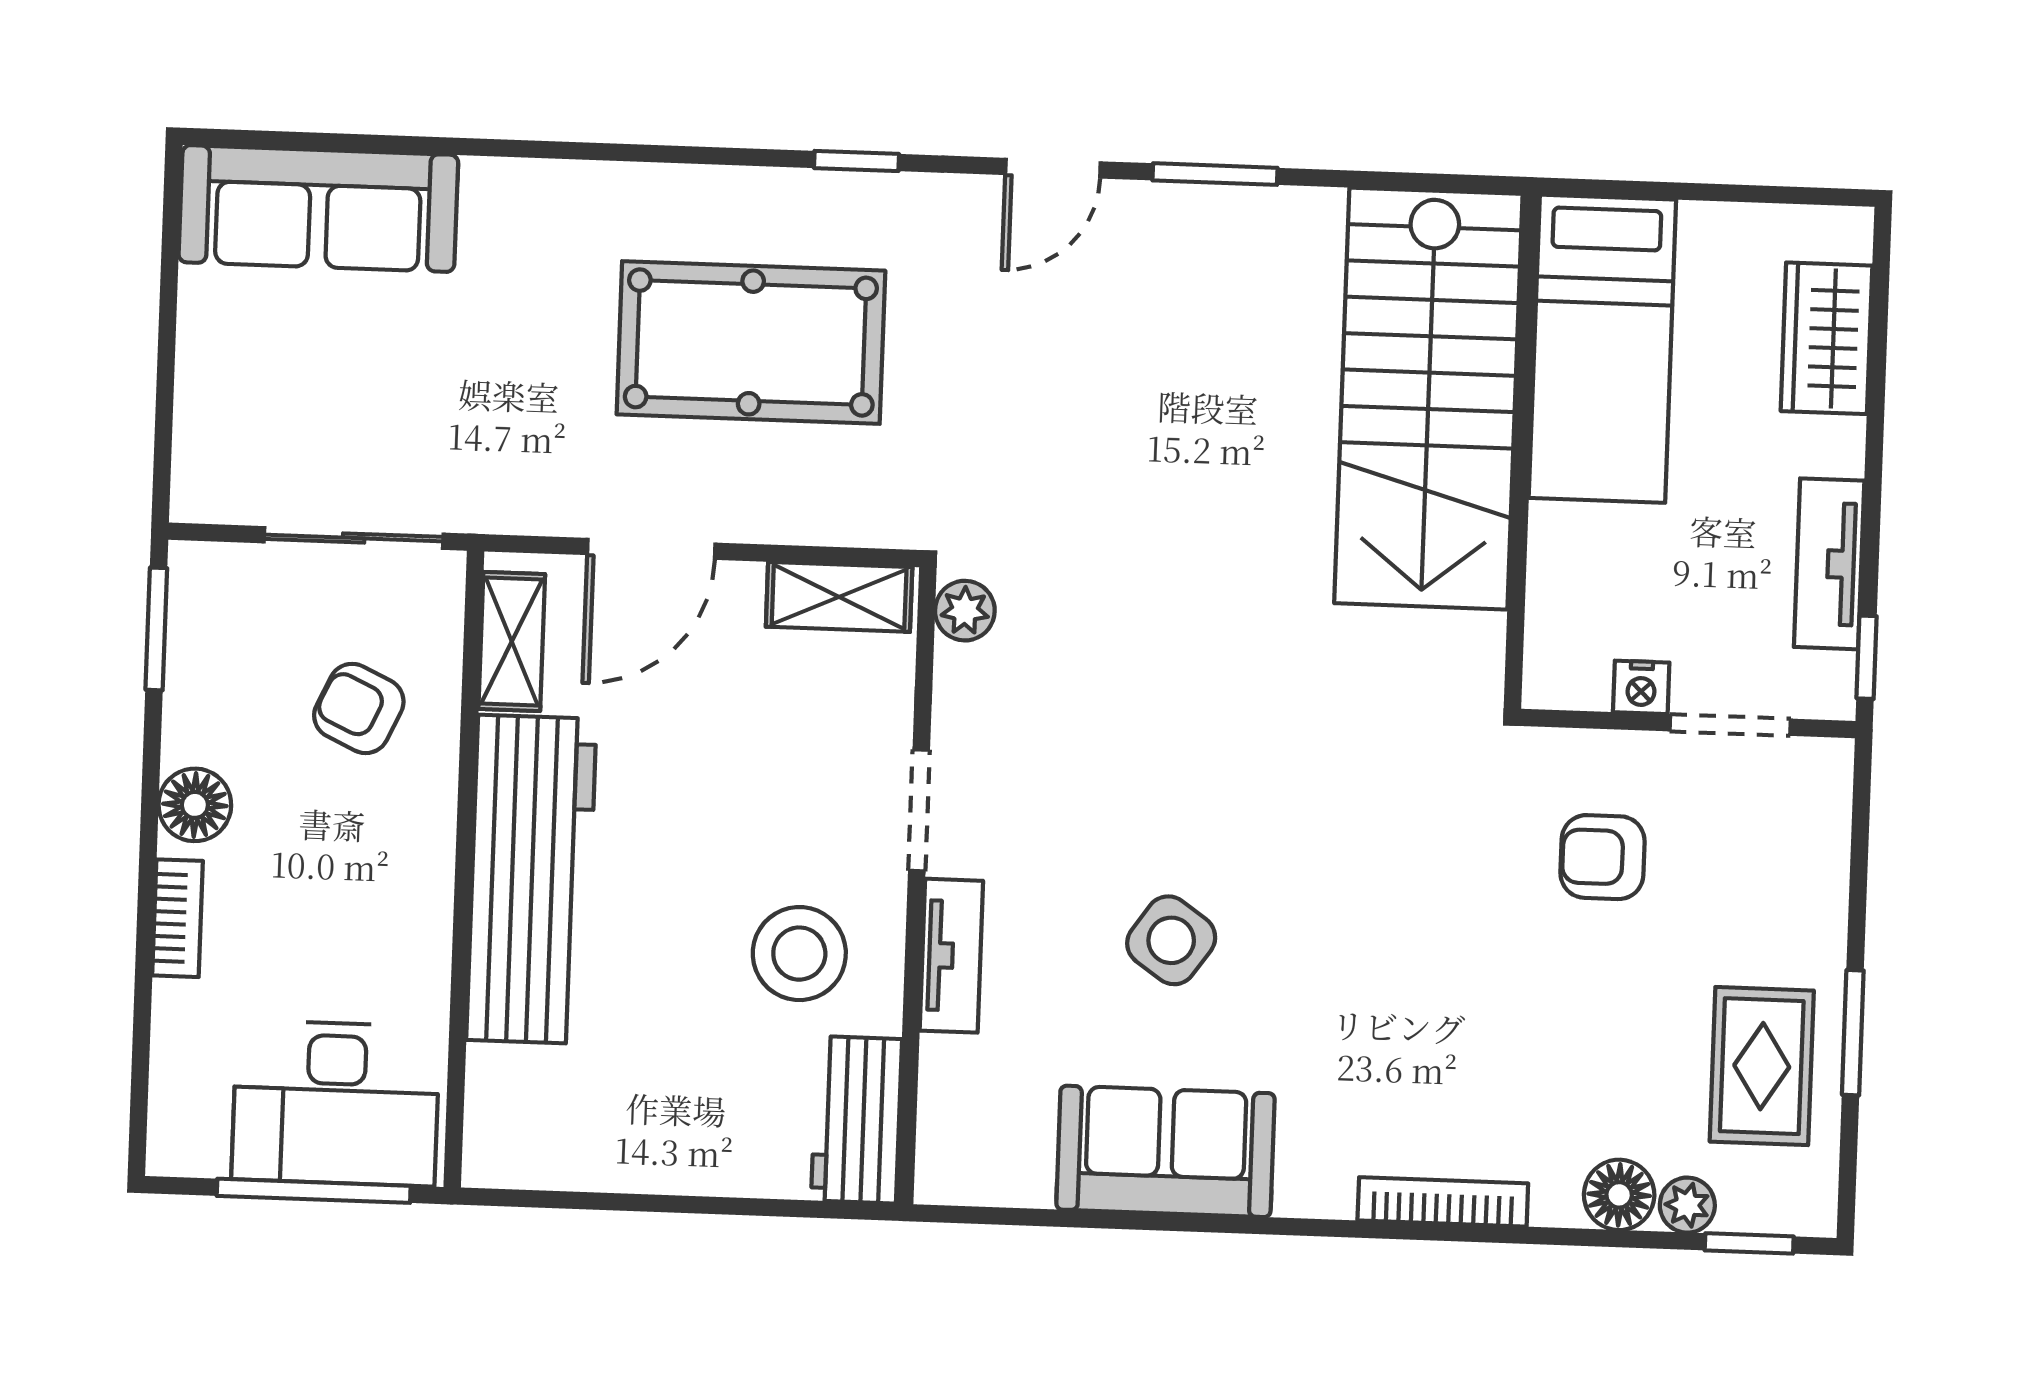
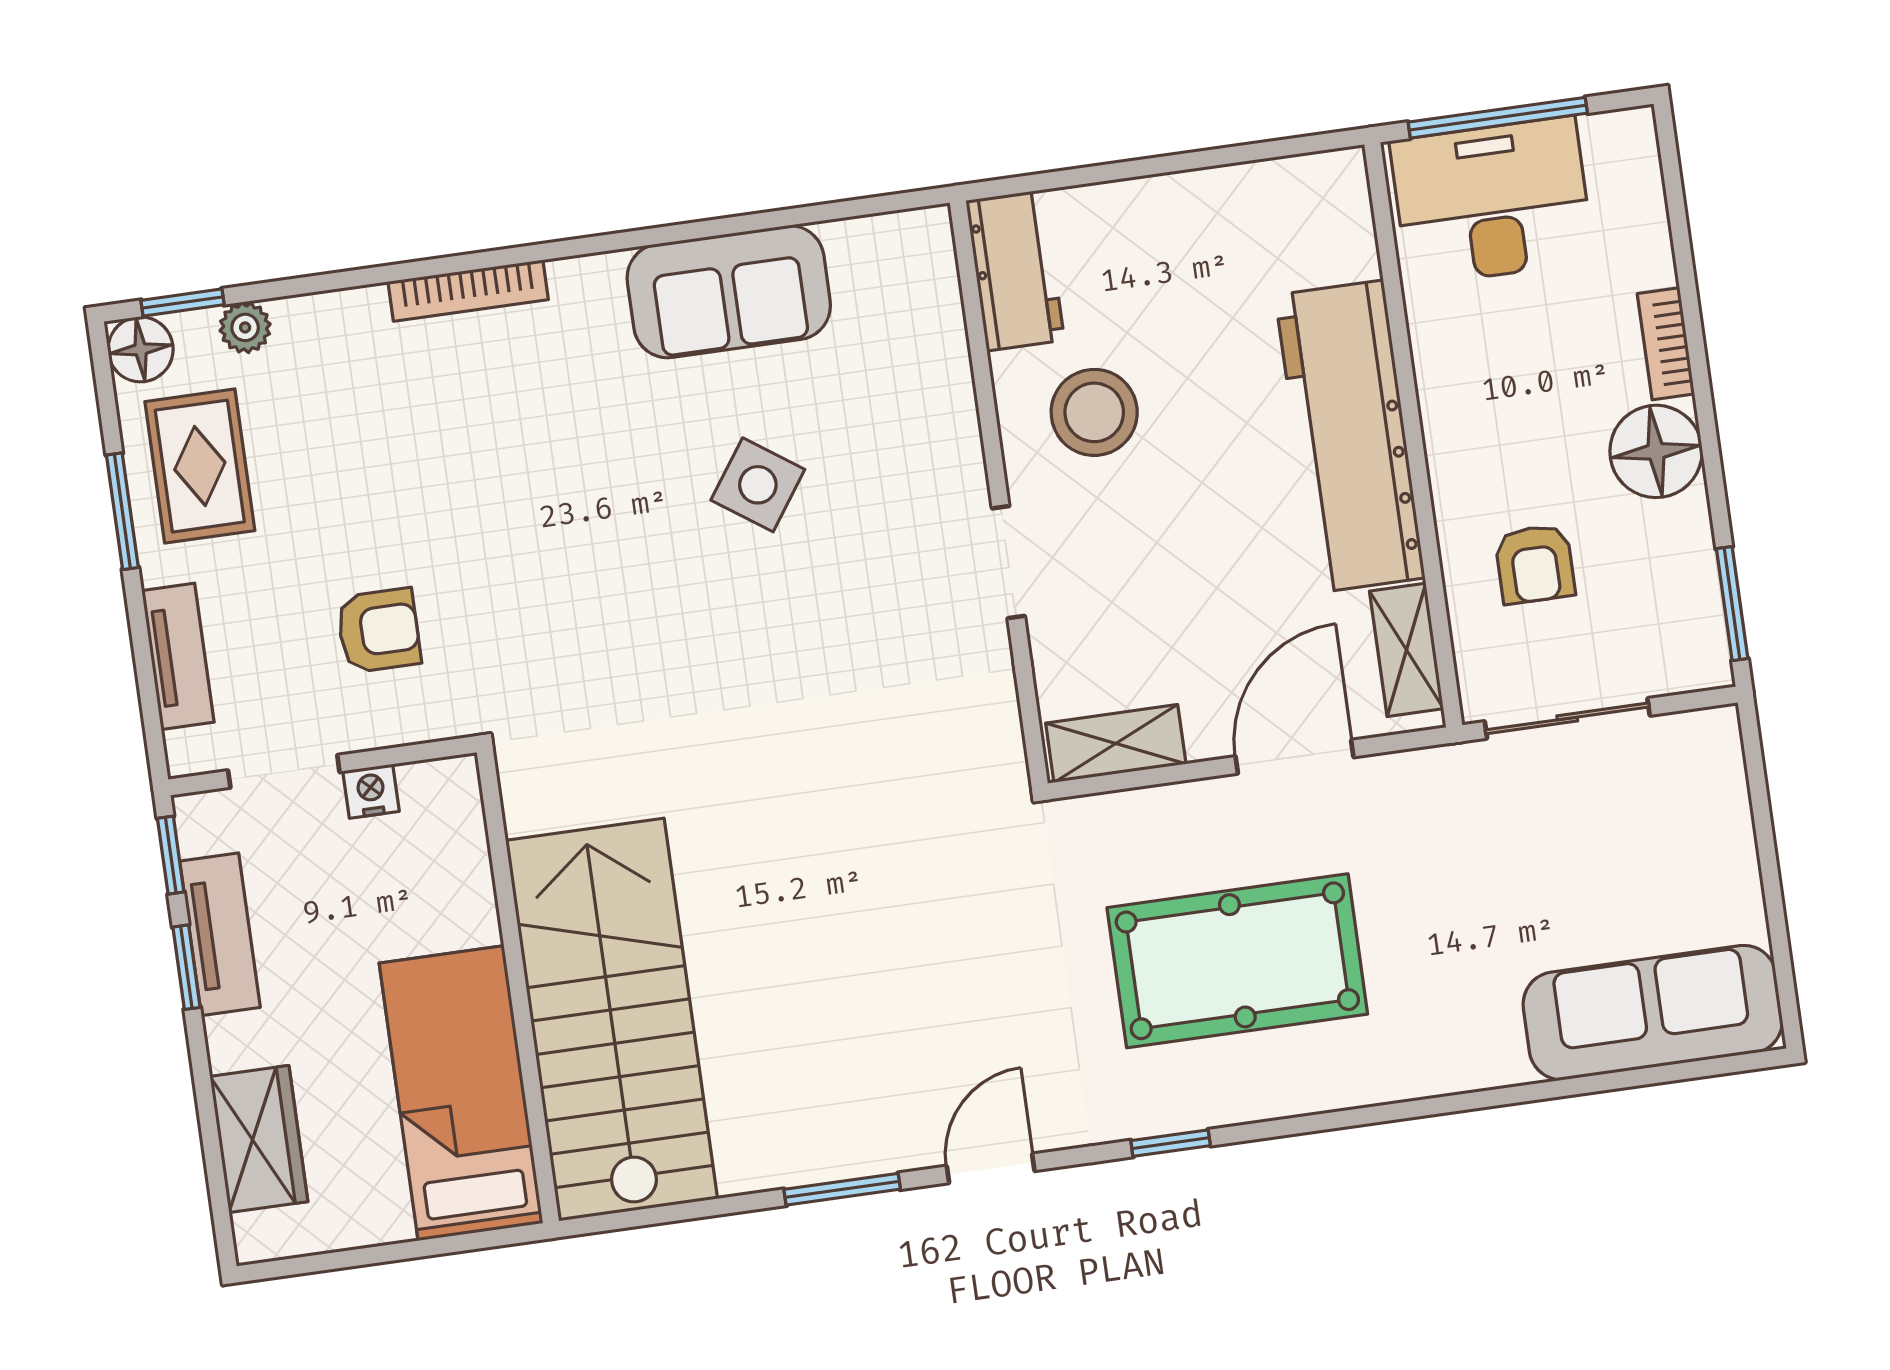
window: (1871, 535) -> (186, 967), added
plant: (965, 611) -> (999, 751), removed
armchair: (359, 708) -> (1535, 564), turned 65
floor lamp: (195, 805) -> (1656, 451), width x1.38, depth x1.38
tv unit: (951, 956) -> (178, 656), moved, turned 180
floor lamp: (1619, 1195) -> (141, 349), moved

